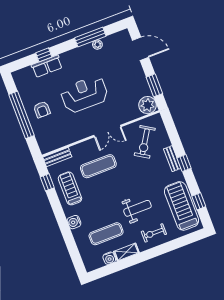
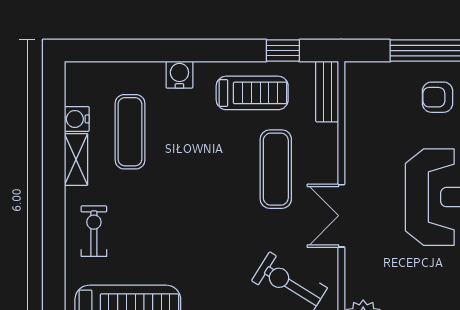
weight bench: (137, 208) -> (158, 217), removed

